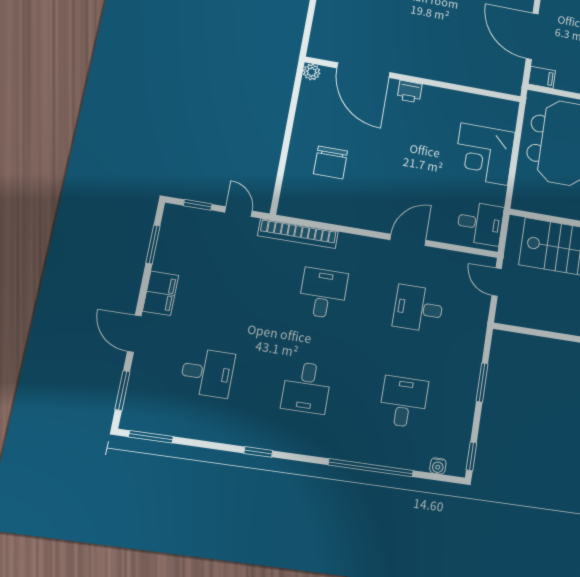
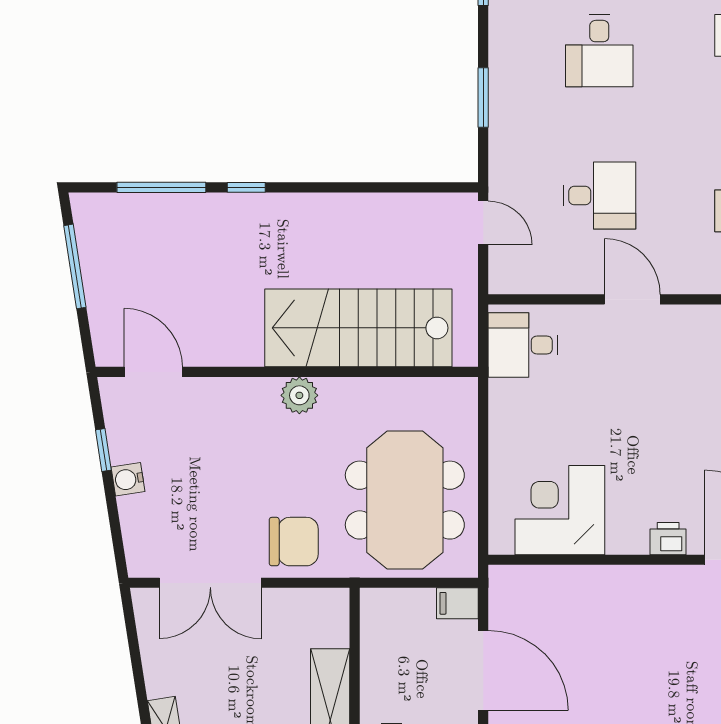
corner desk: (484, 154) -> (560, 510), moved, turned -90
door: (408, 240) -> (632, 299), swing flipped
door: (497, 282) -> (483, 223), moved

